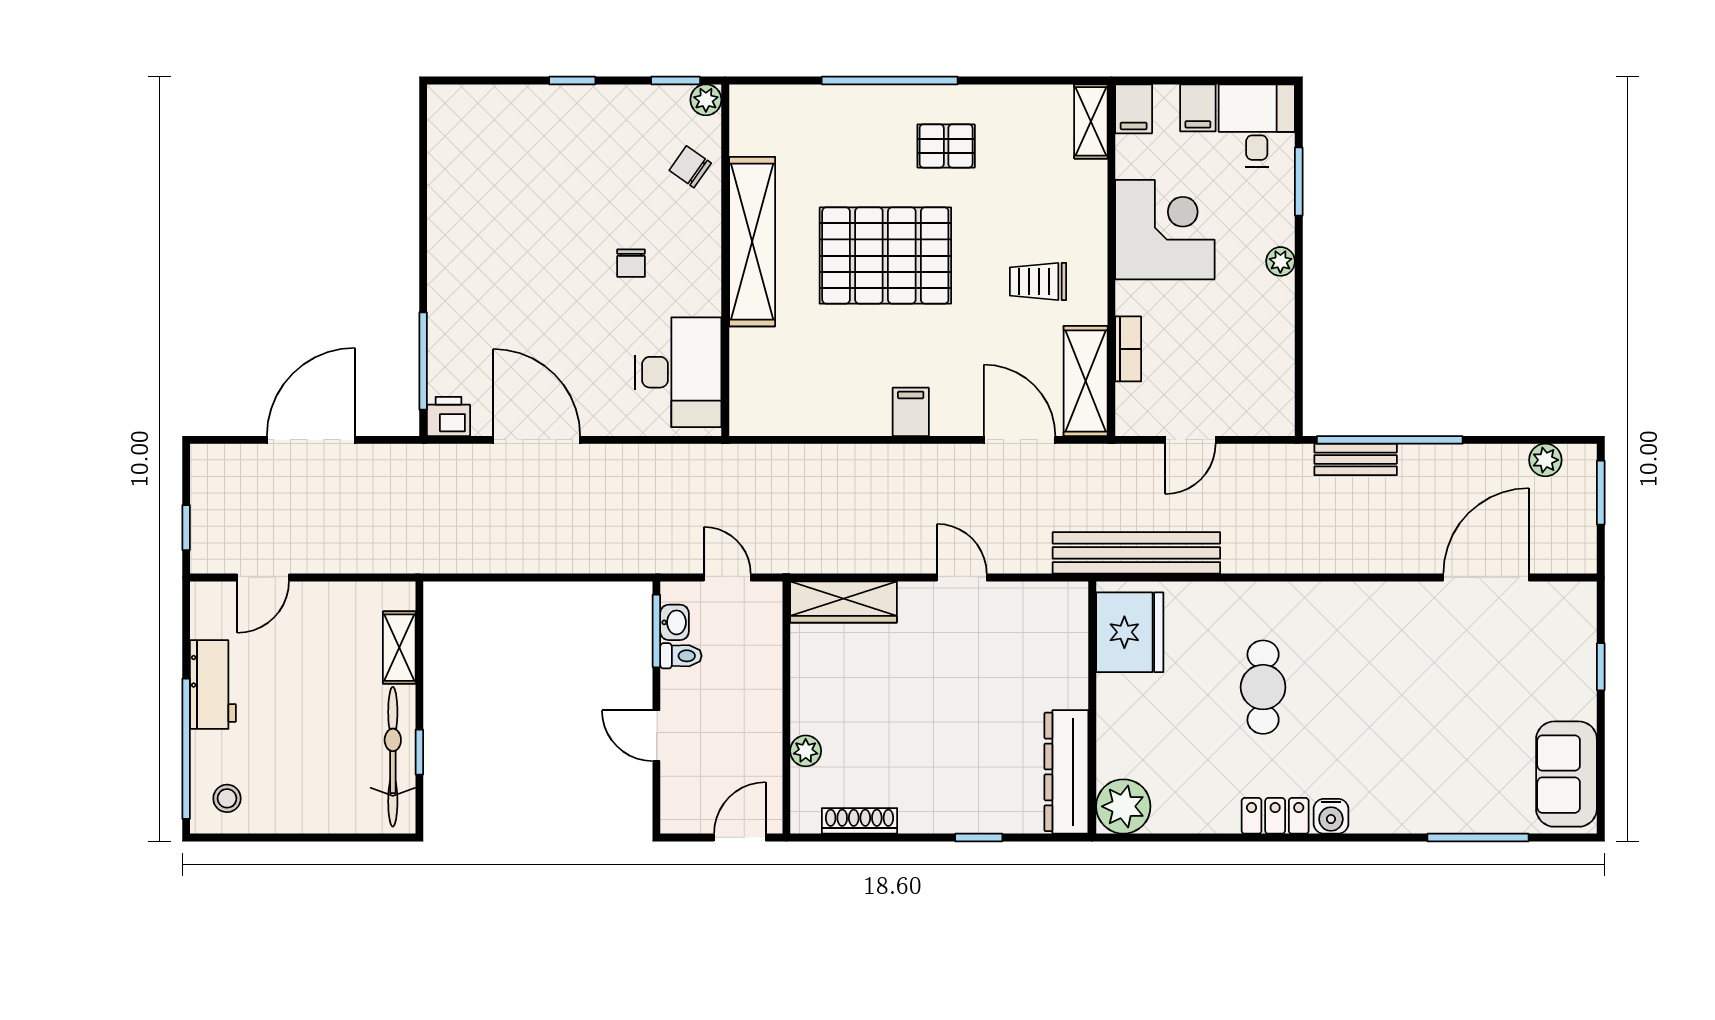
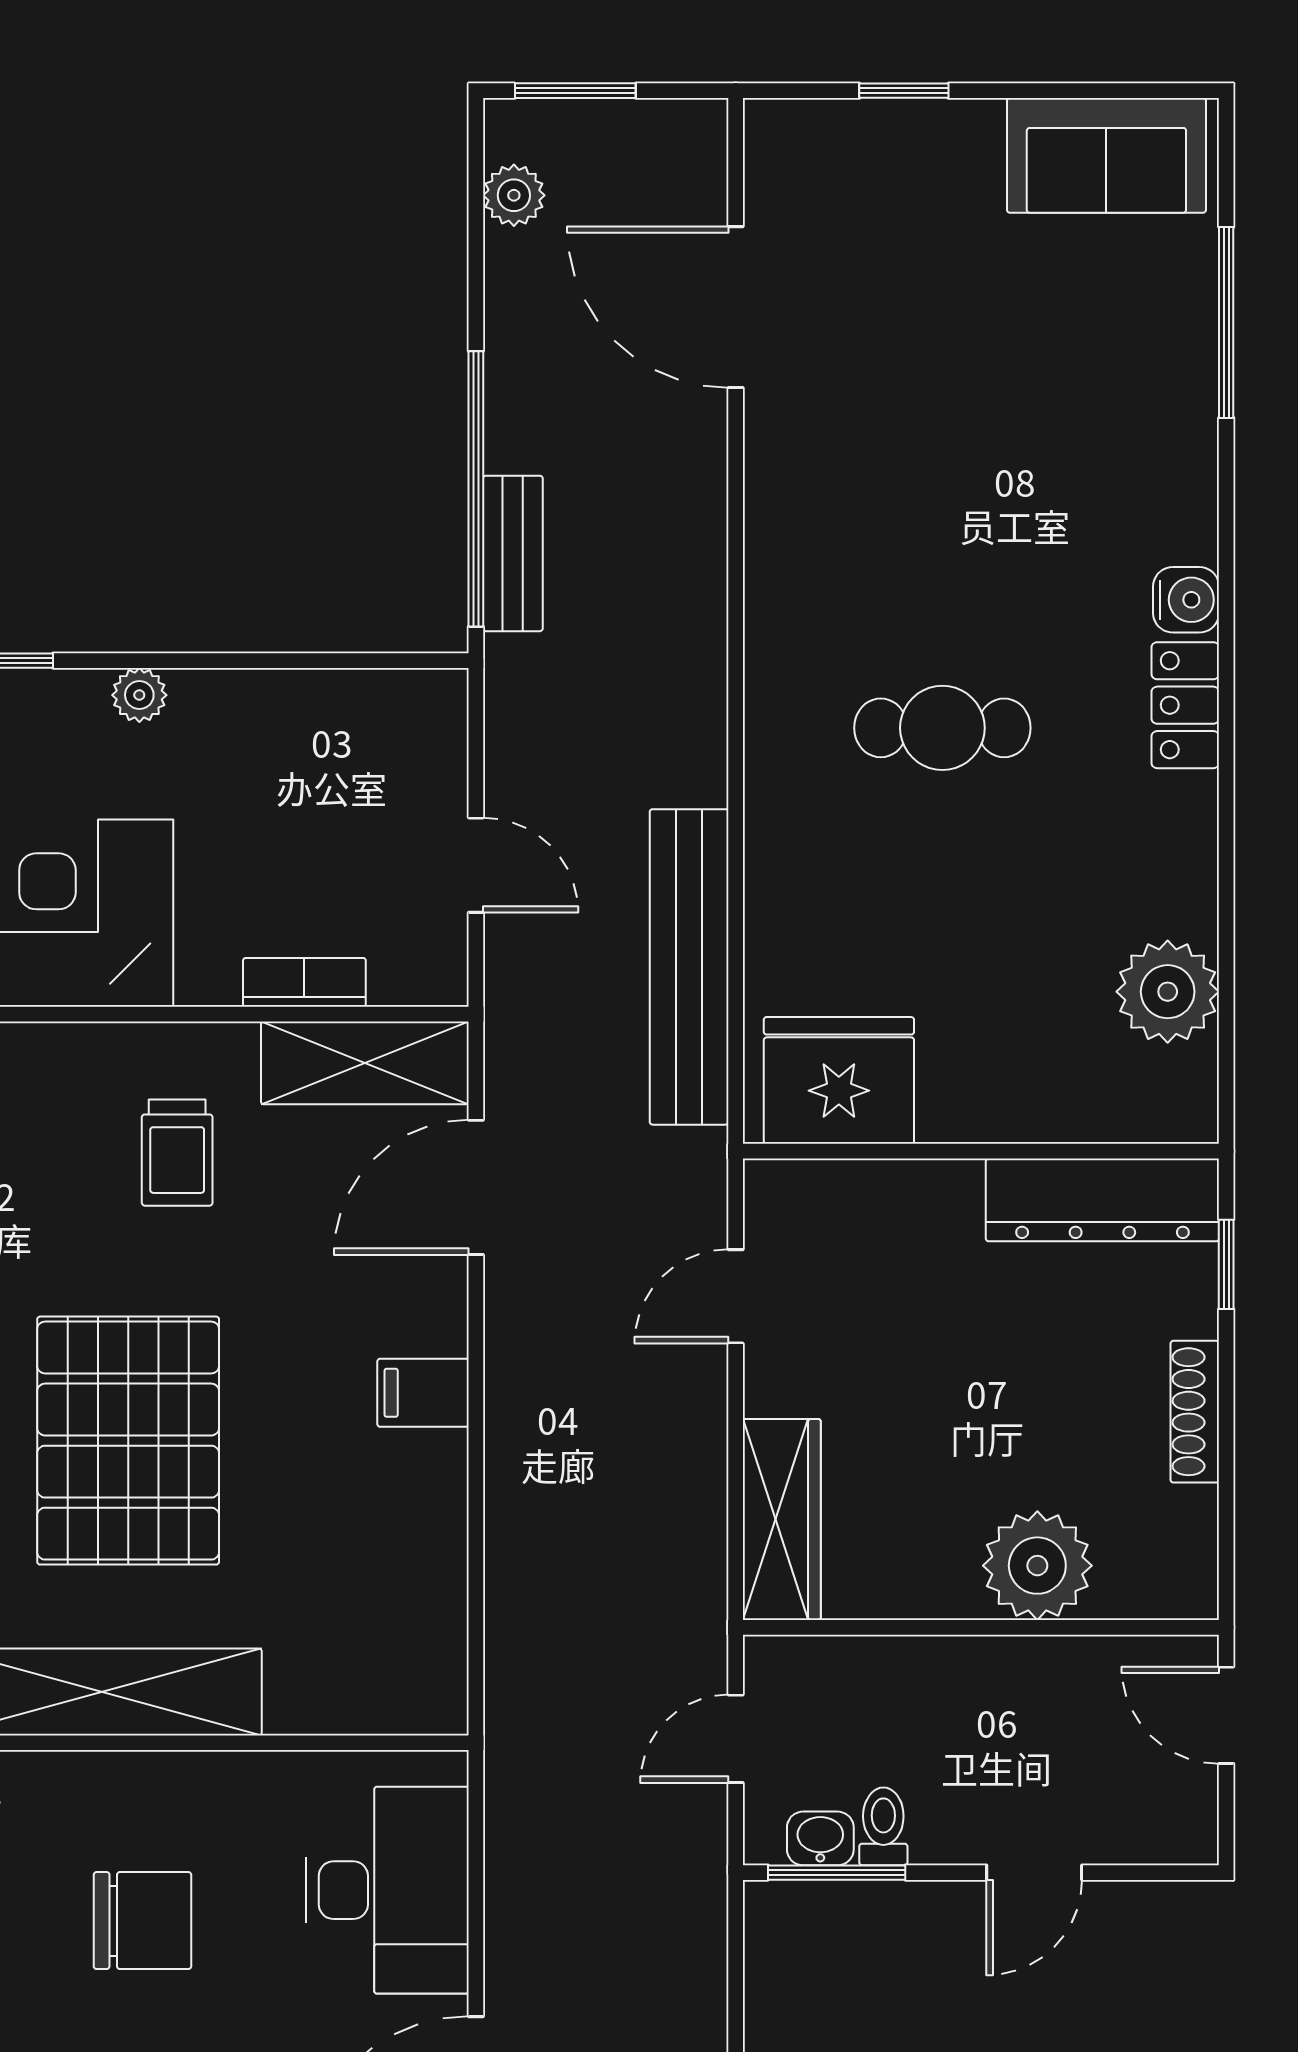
chair: (631, 263) -> (142, 1921), width x1.87, depth x1.87
desk: (678, 372) -> (387, 1890), moved, turned 90
fridge: (1130, 632) -> (839, 1080), moved
wall: (1092, 707) -> (981, 1151), moved
plant: (806, 751) -> (1037, 1566), width x1.87, depth x1.87
dresser: (1066, 772) -> (1102, 1200), moved
shoe rack: (860, 821) -> (1195, 1412), moved

